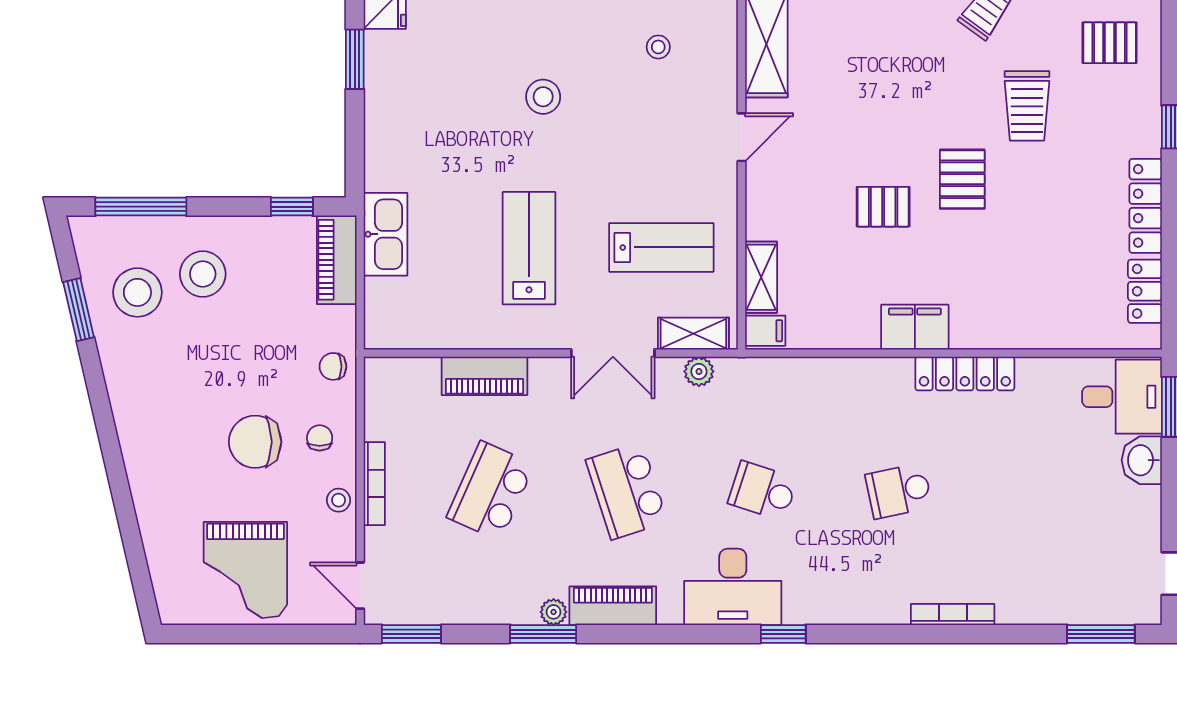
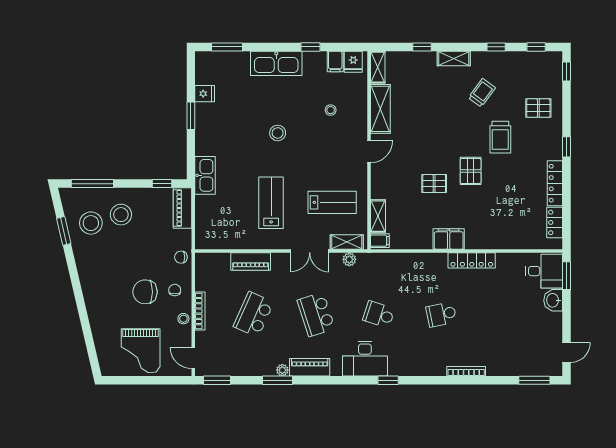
kitchen sink: (385, 234) -> (205, 175), moved

